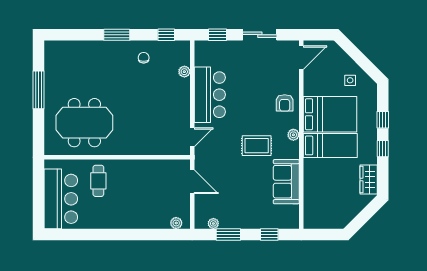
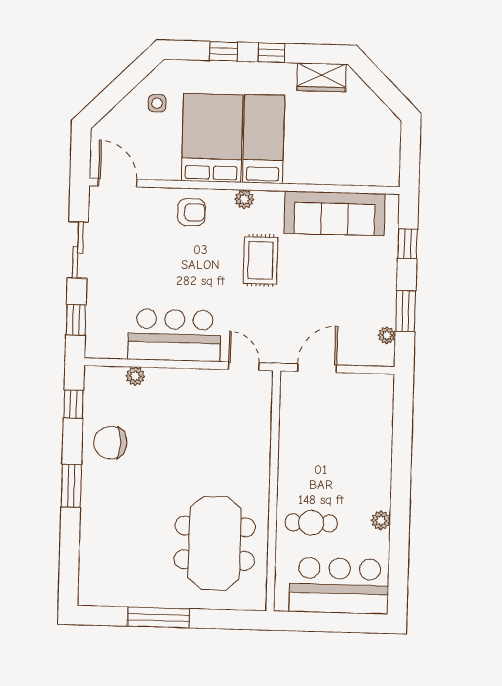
chair: (144, 58) -> (110, 443), width x1.87, depth x1.87
sofa: (286, 182) -> (335, 213), width x1.36
plant: (176, 223) -> (381, 520), moved

